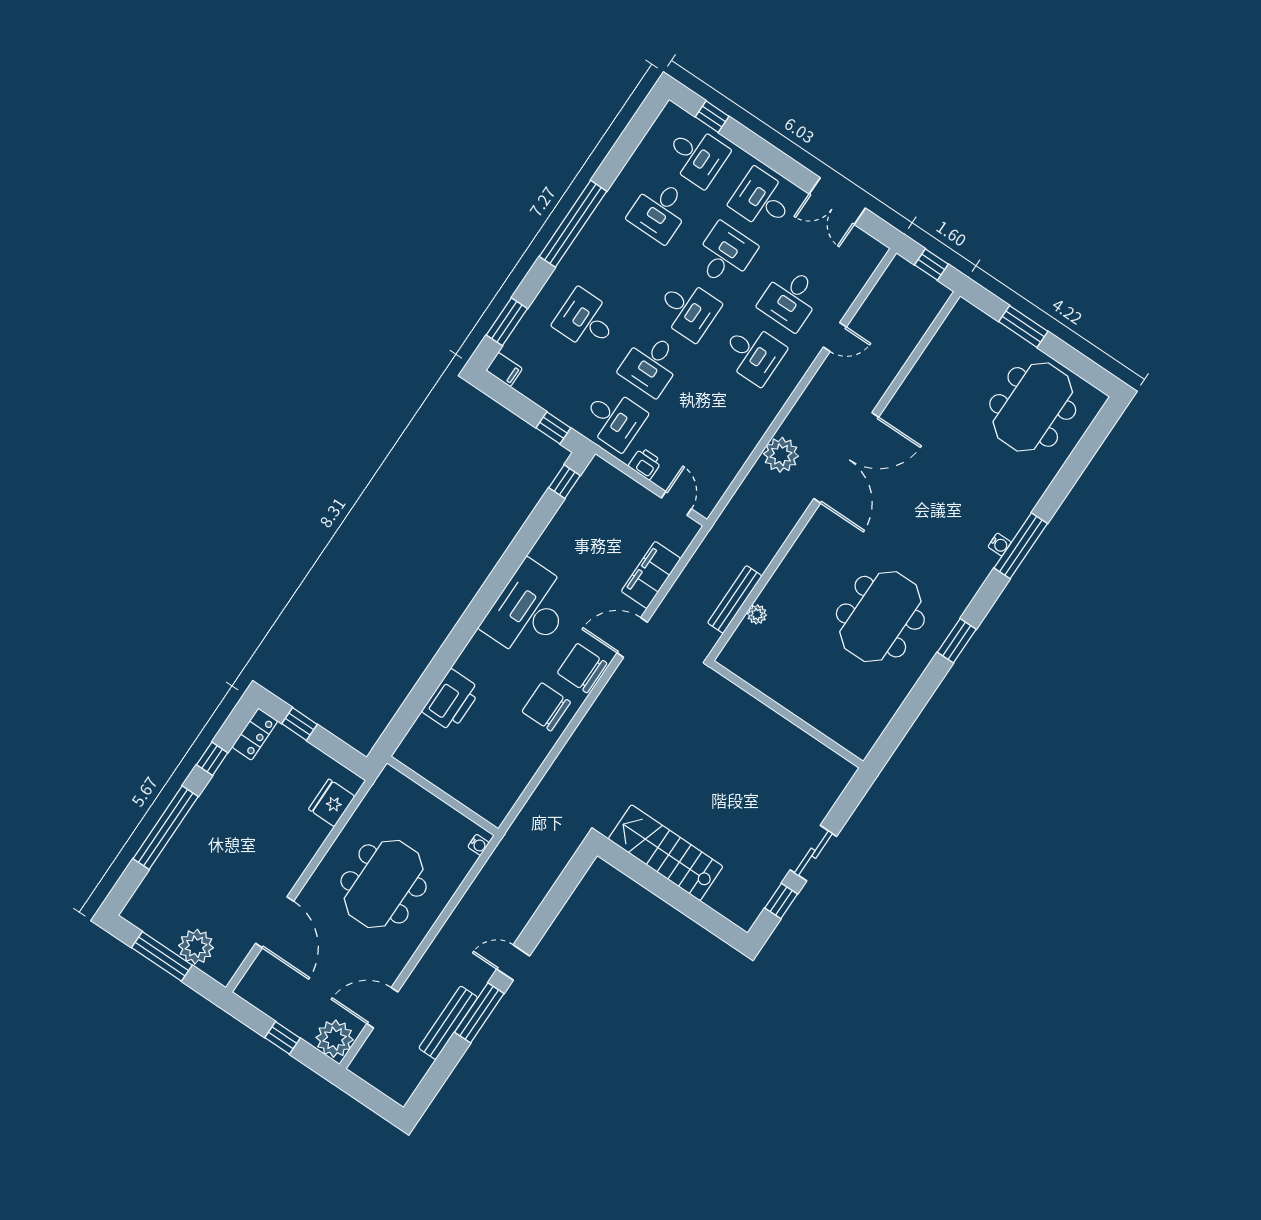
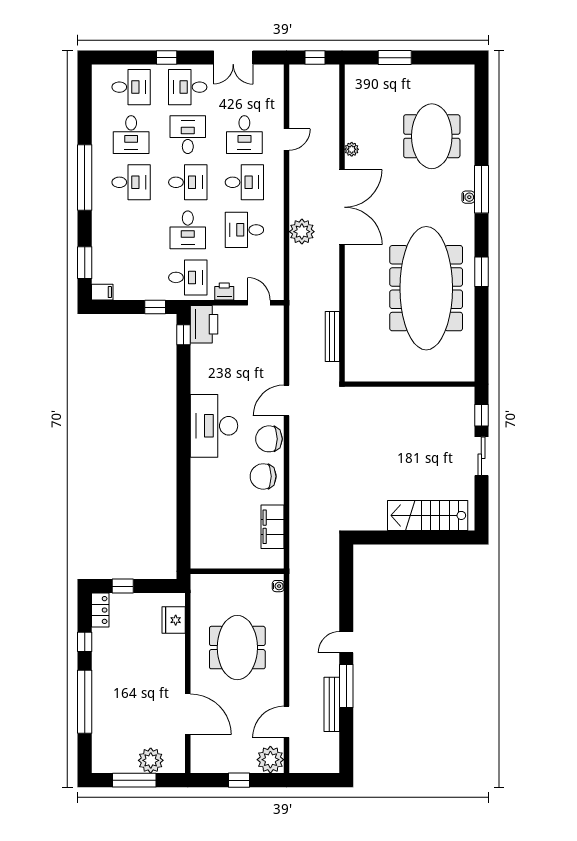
window: (712, 117) -> (167, 58), moved
desk: (586, 320) -> (131, 182), moved, turned 180
meeting table: (1033, 407) -> (432, 136), moved
desk: (716, 408) -> (244, 230), added
filing cabinet: (651, 575) -> (273, 527), moved
plant: (757, 614) -> (352, 149), moved
meeting table: (880, 617) -> (426, 288), width x1.86, depth x1.27
printer: (452, 700) -> (204, 324), moved
stairs: (666, 853) -> (428, 515), moved
window: (781, 901) -> (481, 415), moved

